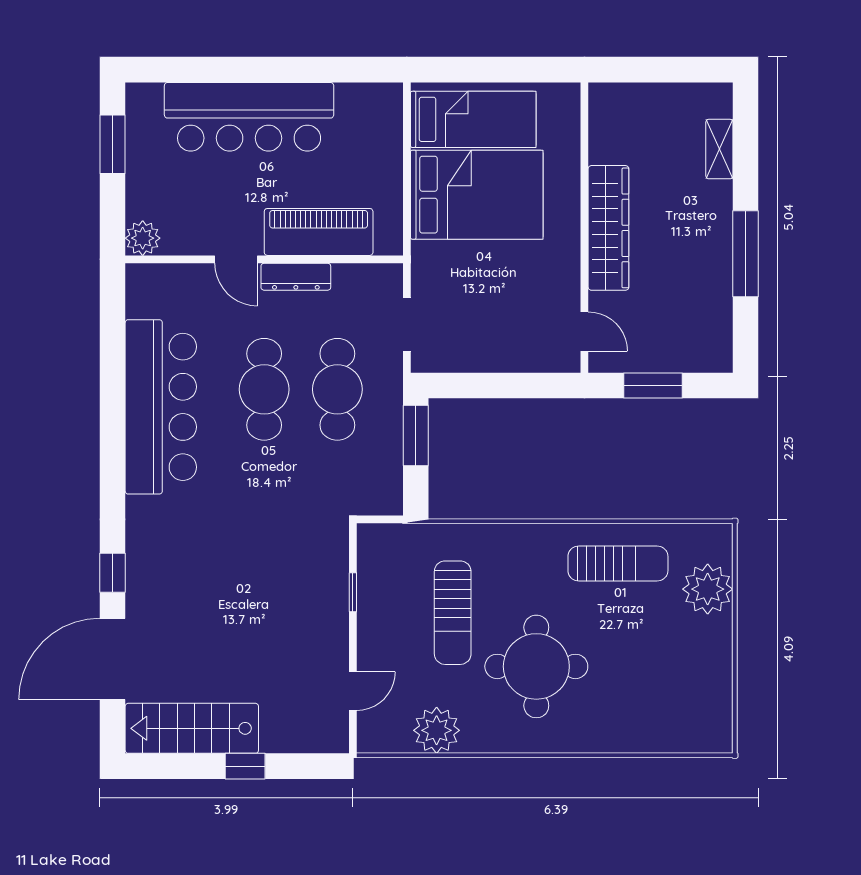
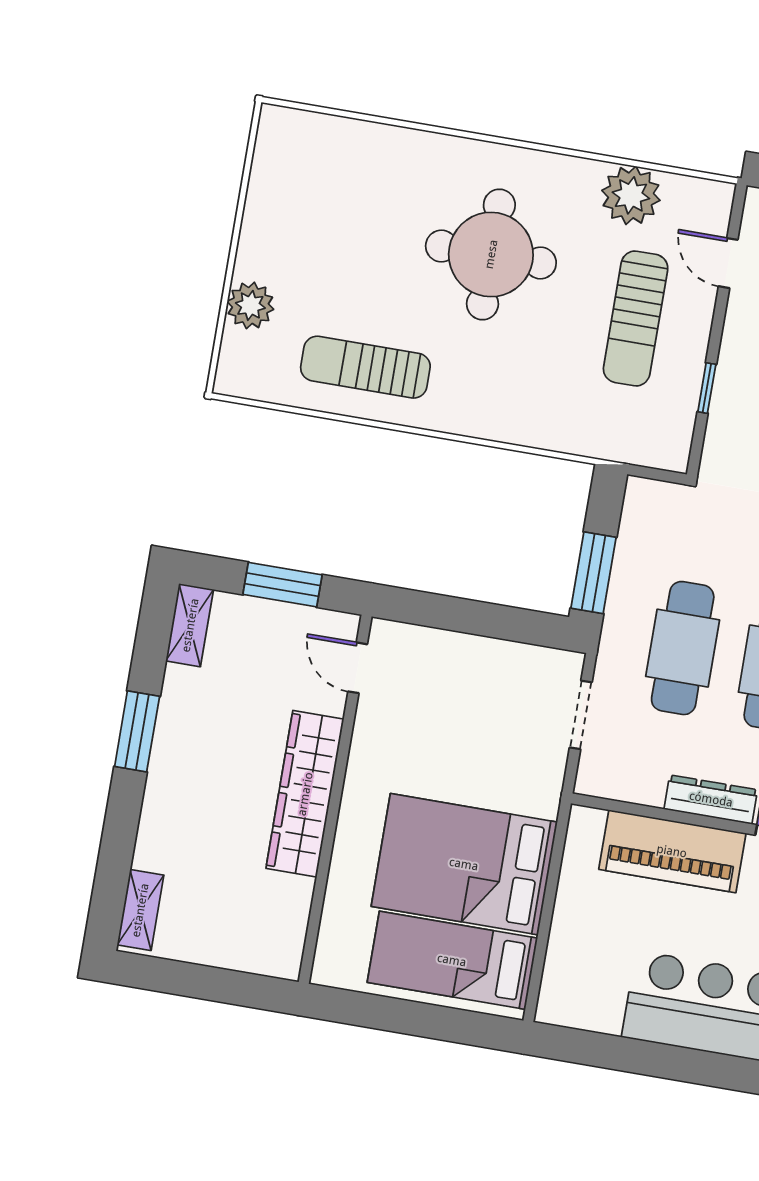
shelving: (719, 149) -> (140, 910), moved
window: (746, 254) -> (137, 731), width x0.69
shelving: (719, 342) -> (190, 625), added
plant: (708, 589) -> (250, 305), width x0.73, depth x0.73
sun lounger: (453, 613) -> (636, 318), moved, turned 180
door: (353, 691) -> (728, 263), hinge flipped

